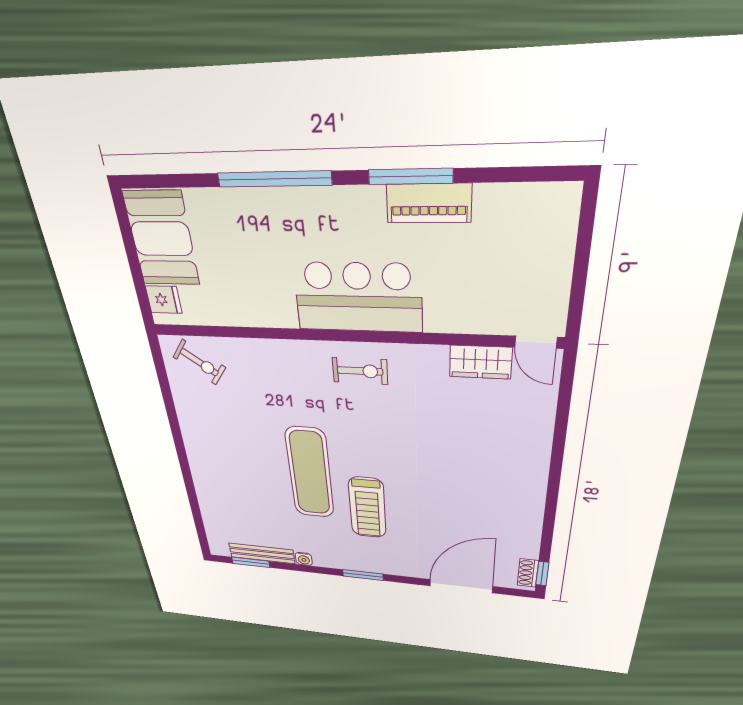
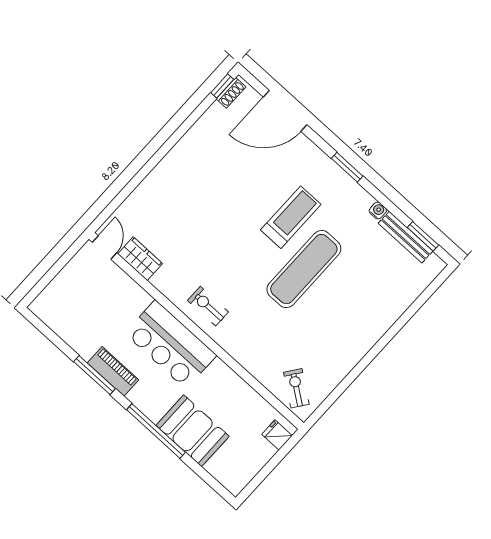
piano: (429, 203) -> (113, 371), moved
booth: (162, 239) -> (193, 431), moved, turned 90

